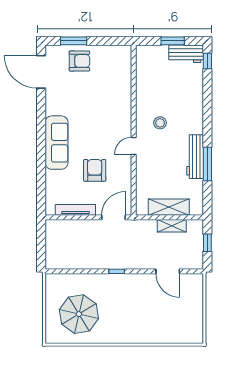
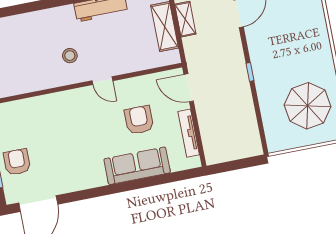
sofa: (57, 143) -> (137, 166), moved
armchair: (95, 170) -> (139, 120), turned 90

